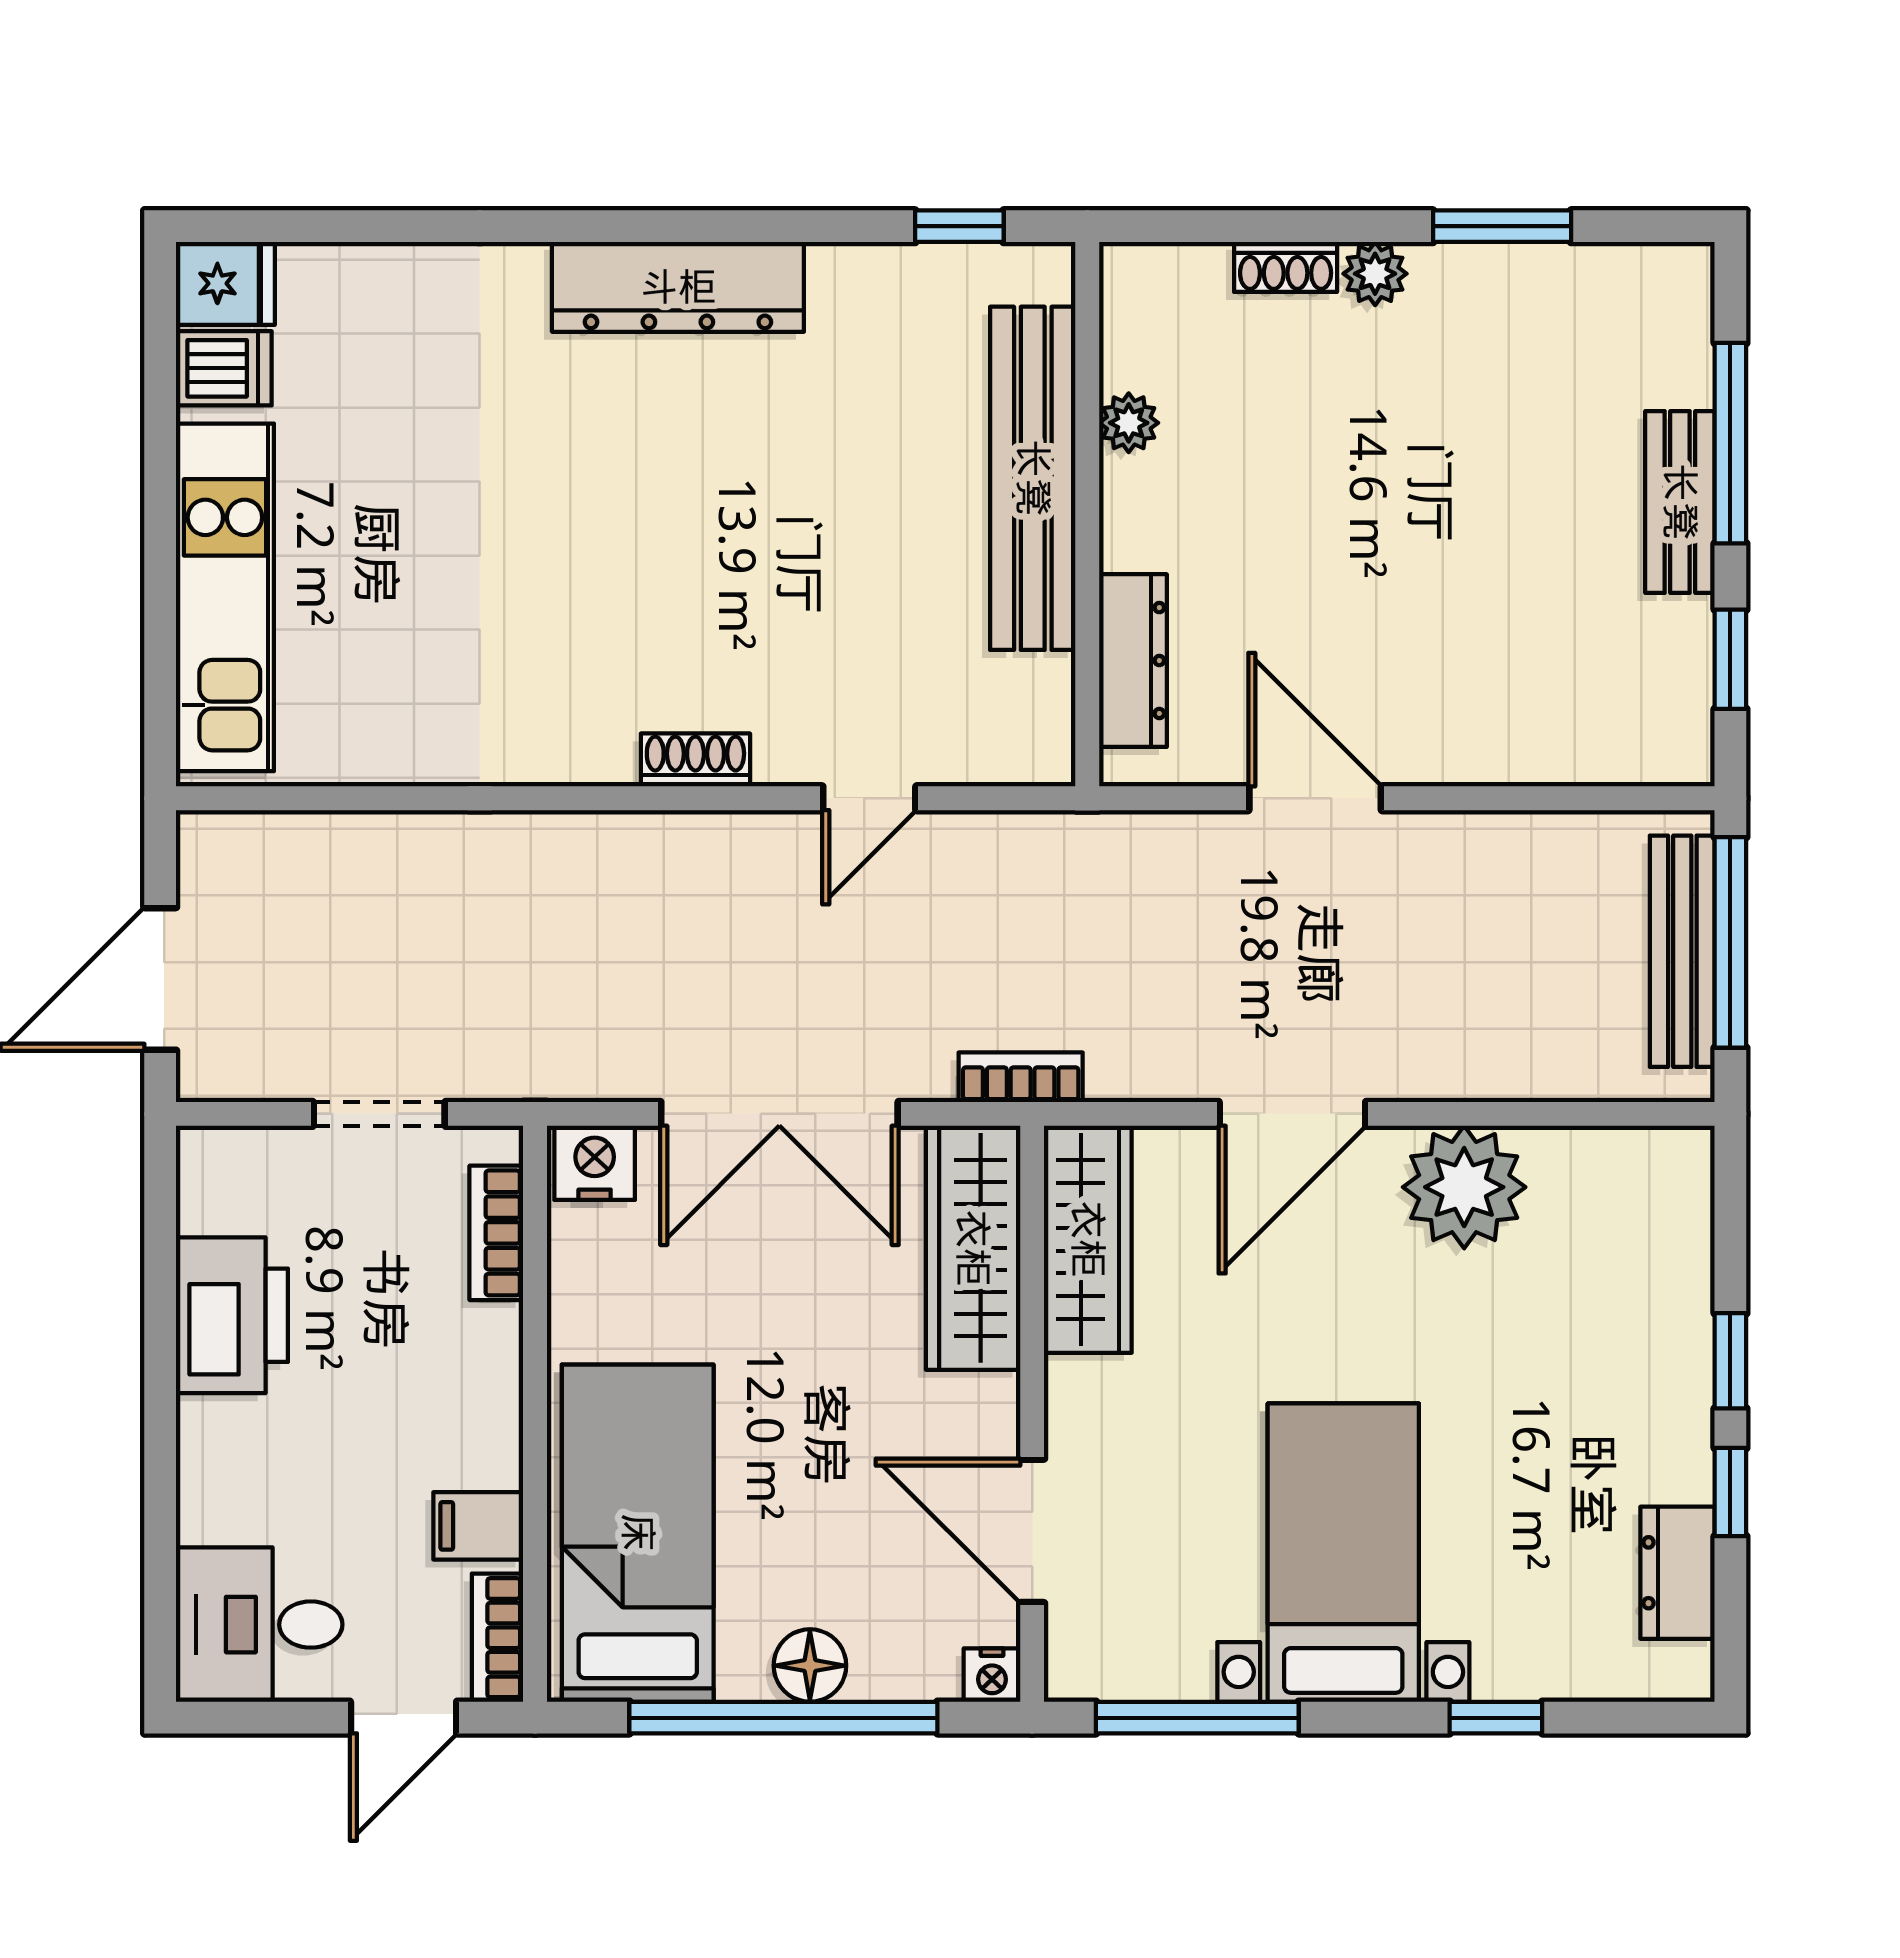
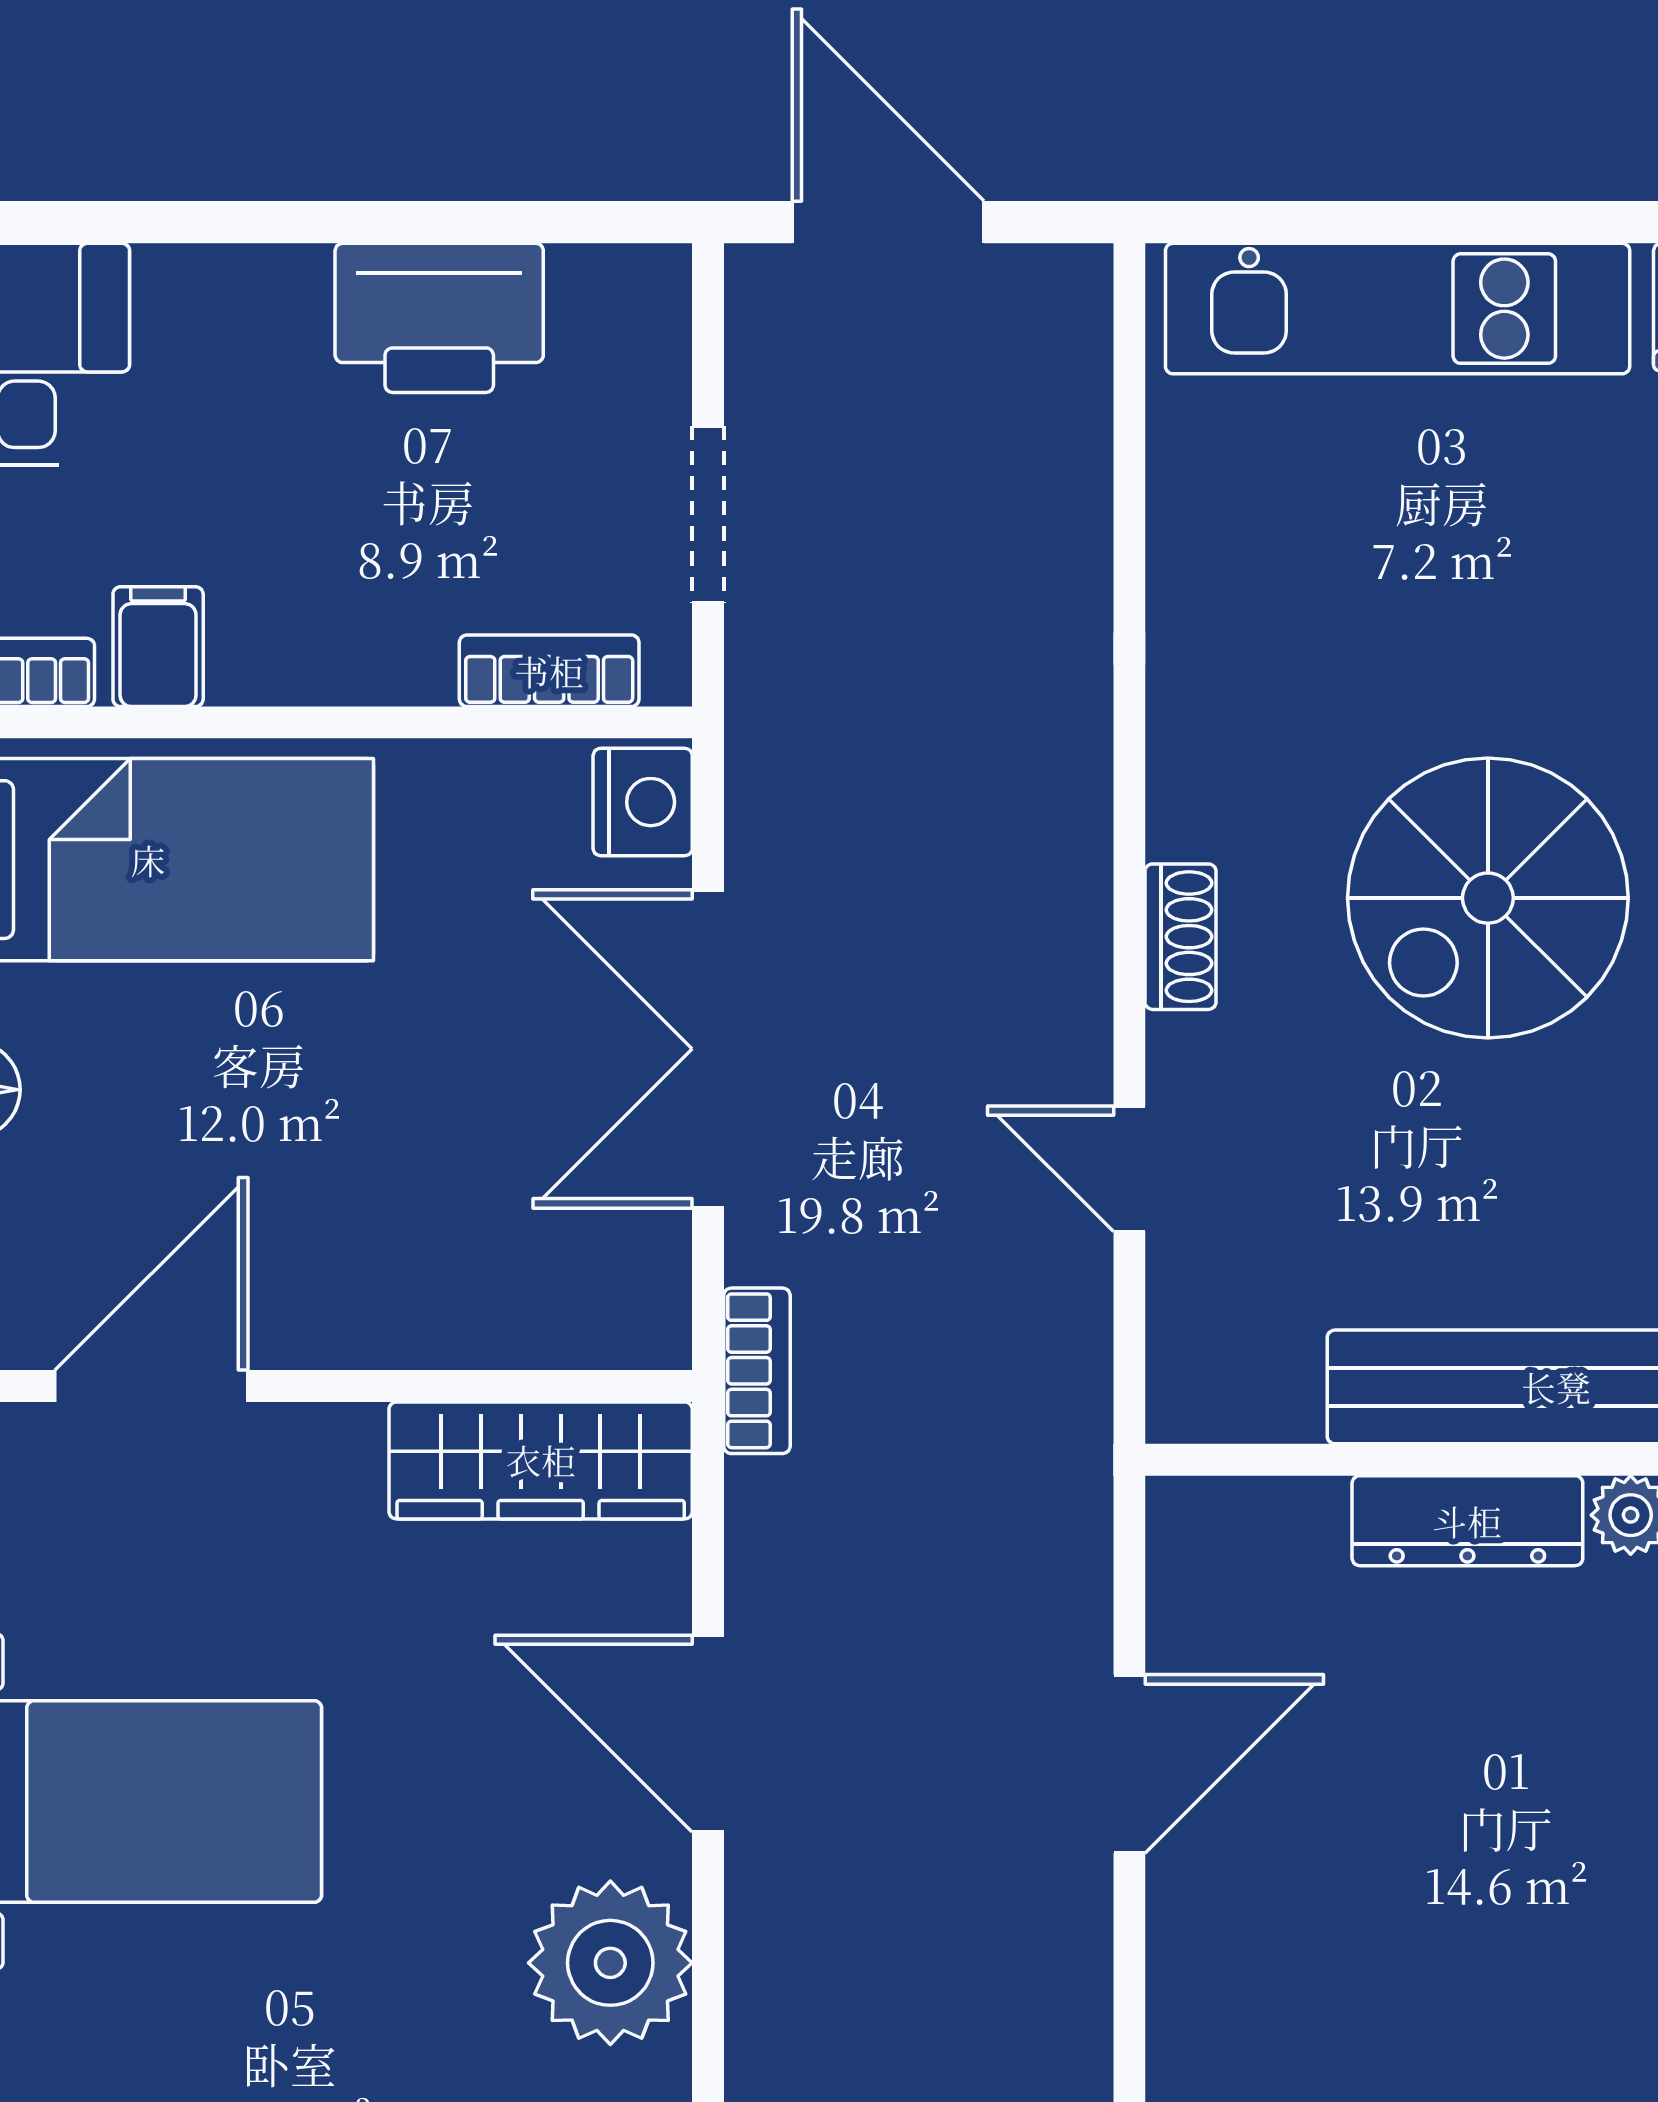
spiral stairs: (667, 530) -> (1488, 898), added
dresser: (1133, 661) -> (1467, 1521), moved
wardrobe: (973, 1248) -> (529, 1307), removed

